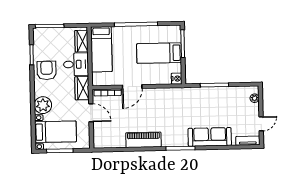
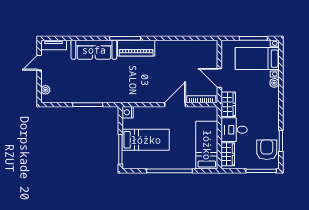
armchair: (47, 70) -> (267, 150), moved, turned 180
plant: (43, 105) -> (274, 83), width x0.53, depth x0.53
piano: (143, 140) -> (136, 48), moved

